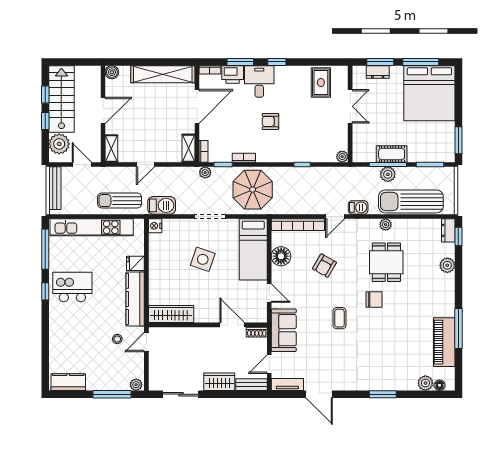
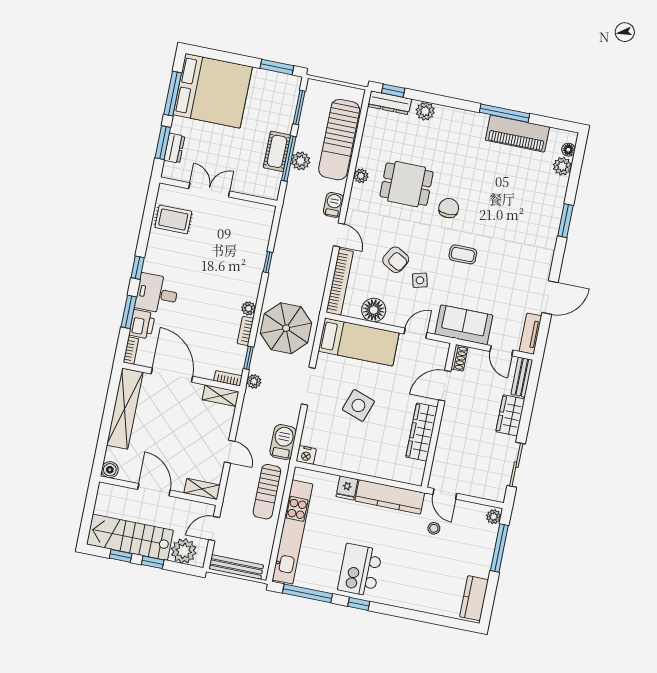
armchair: (270, 122) -> (208, 290), removed
plant: (342, 157) -> (249, 308), moved
dresser: (448, 230) -> (389, 103), width x1.44
side table: (312, 288) -> (420, 280), added
wardrobe: (171, 314) -> (422, 432), moved

